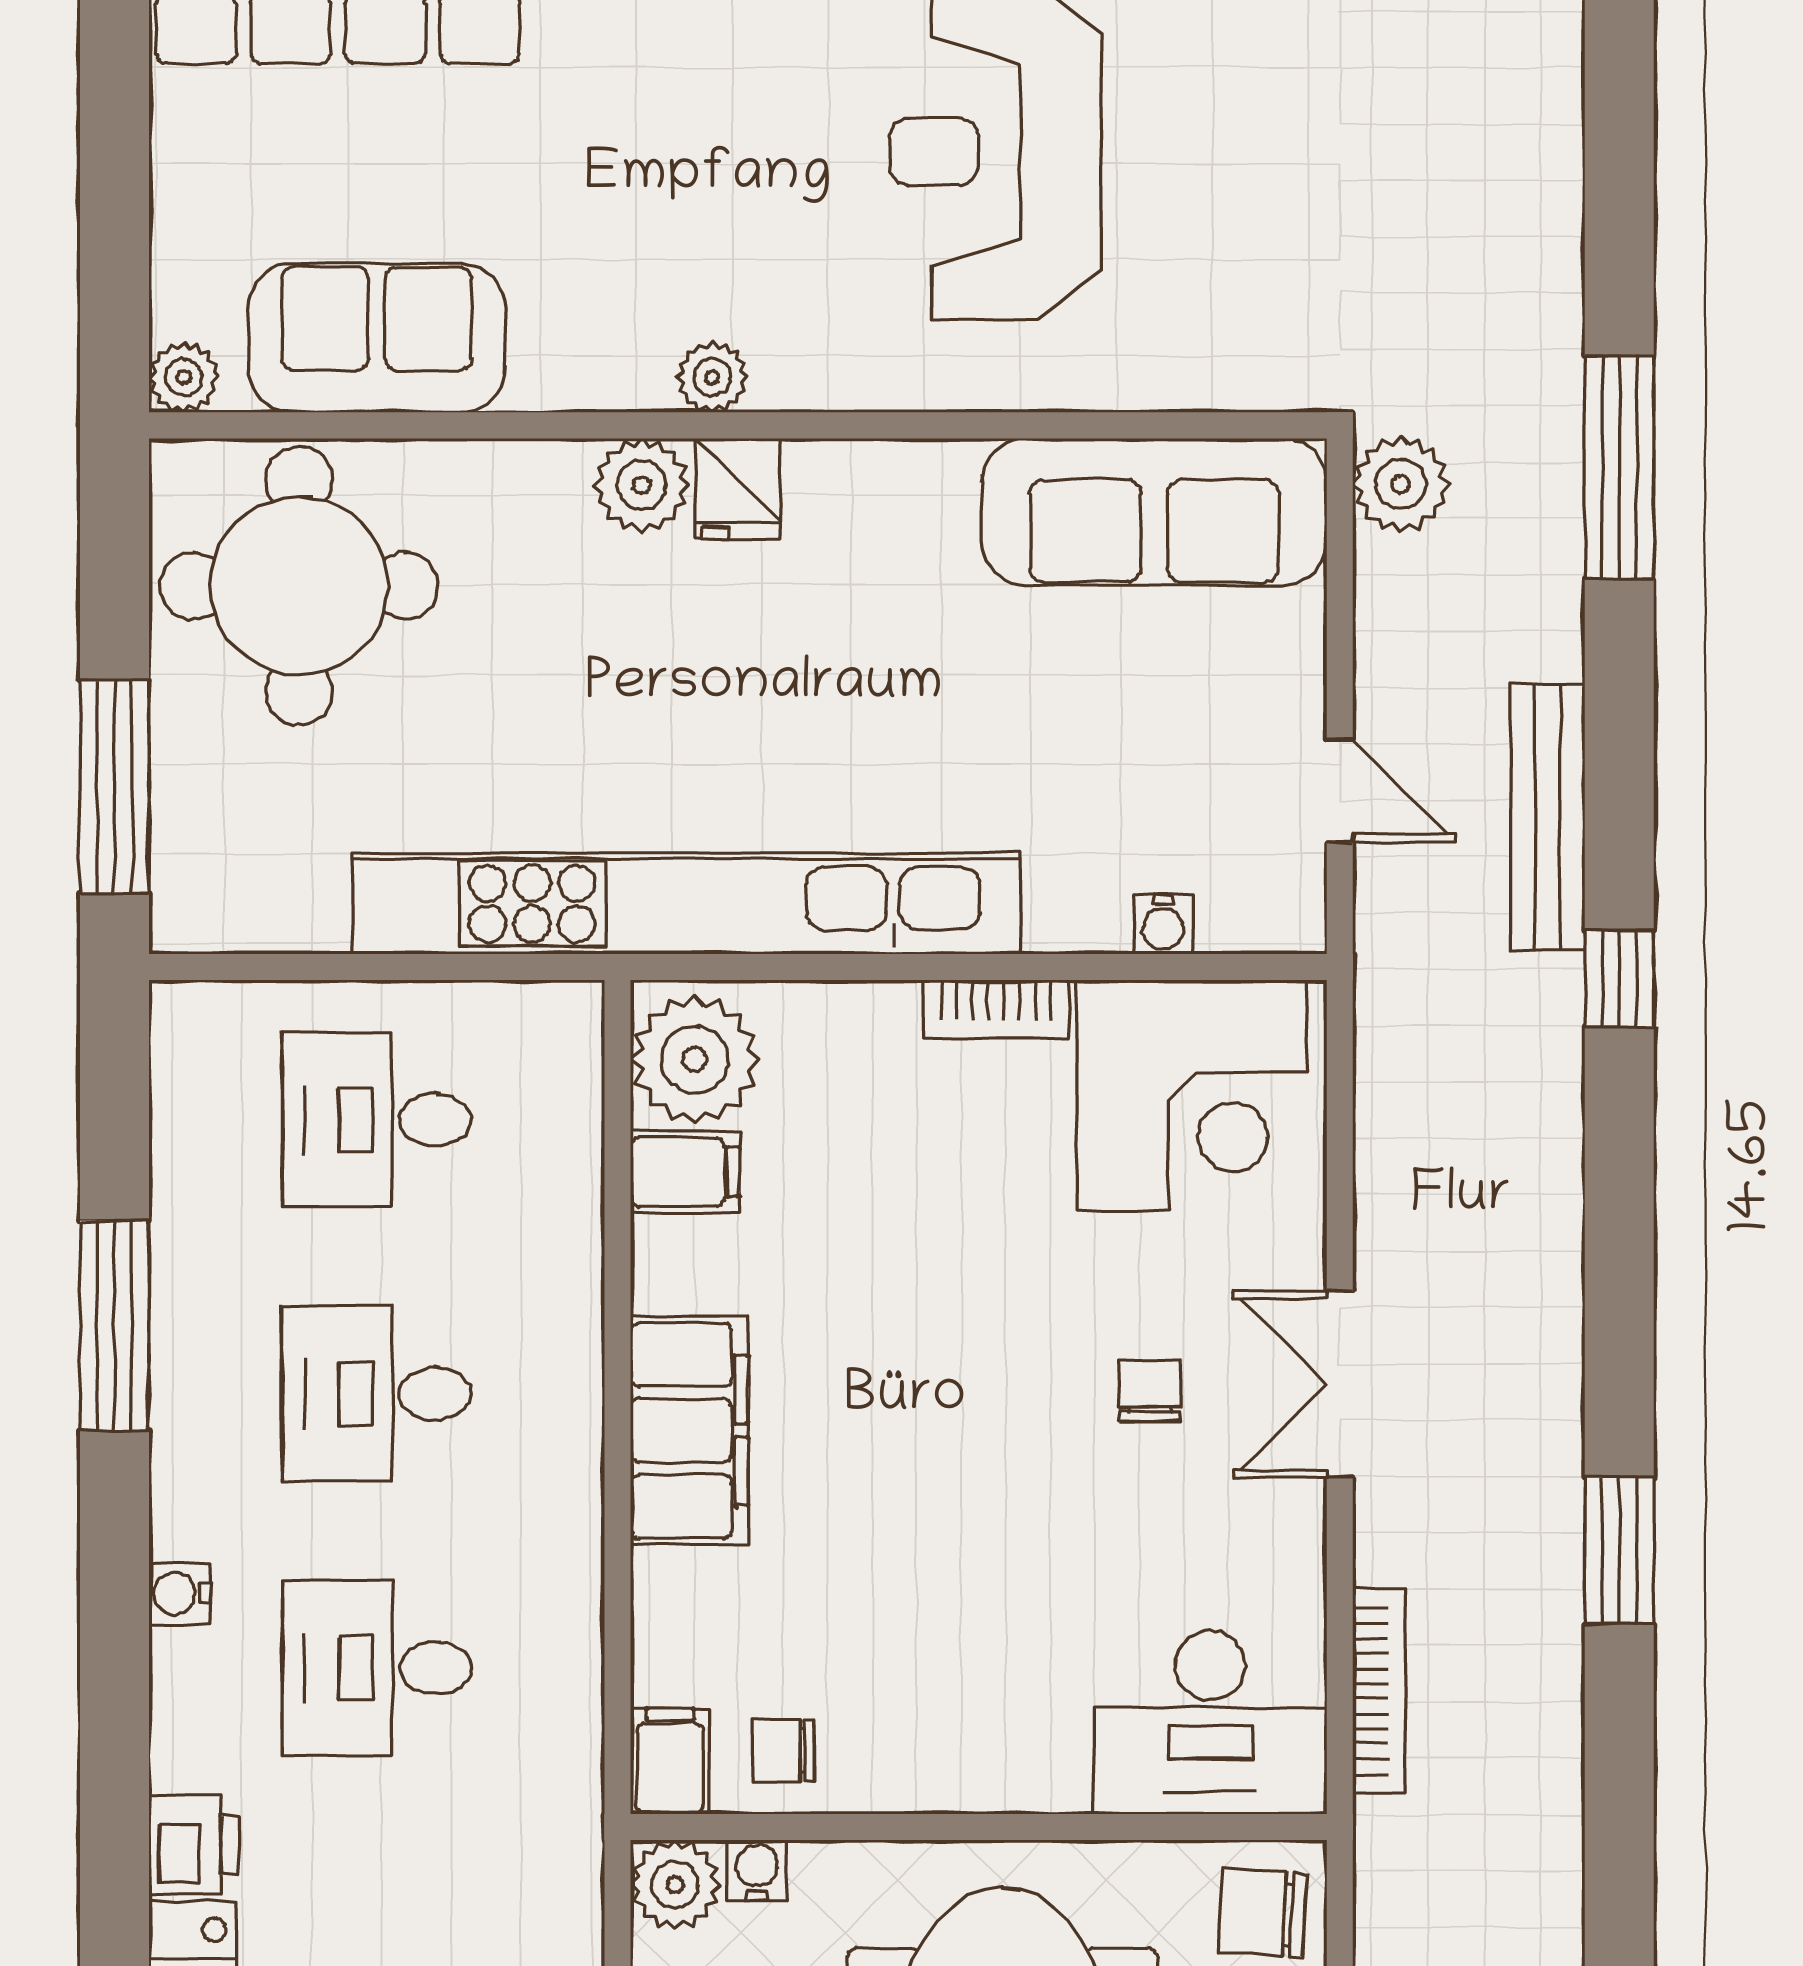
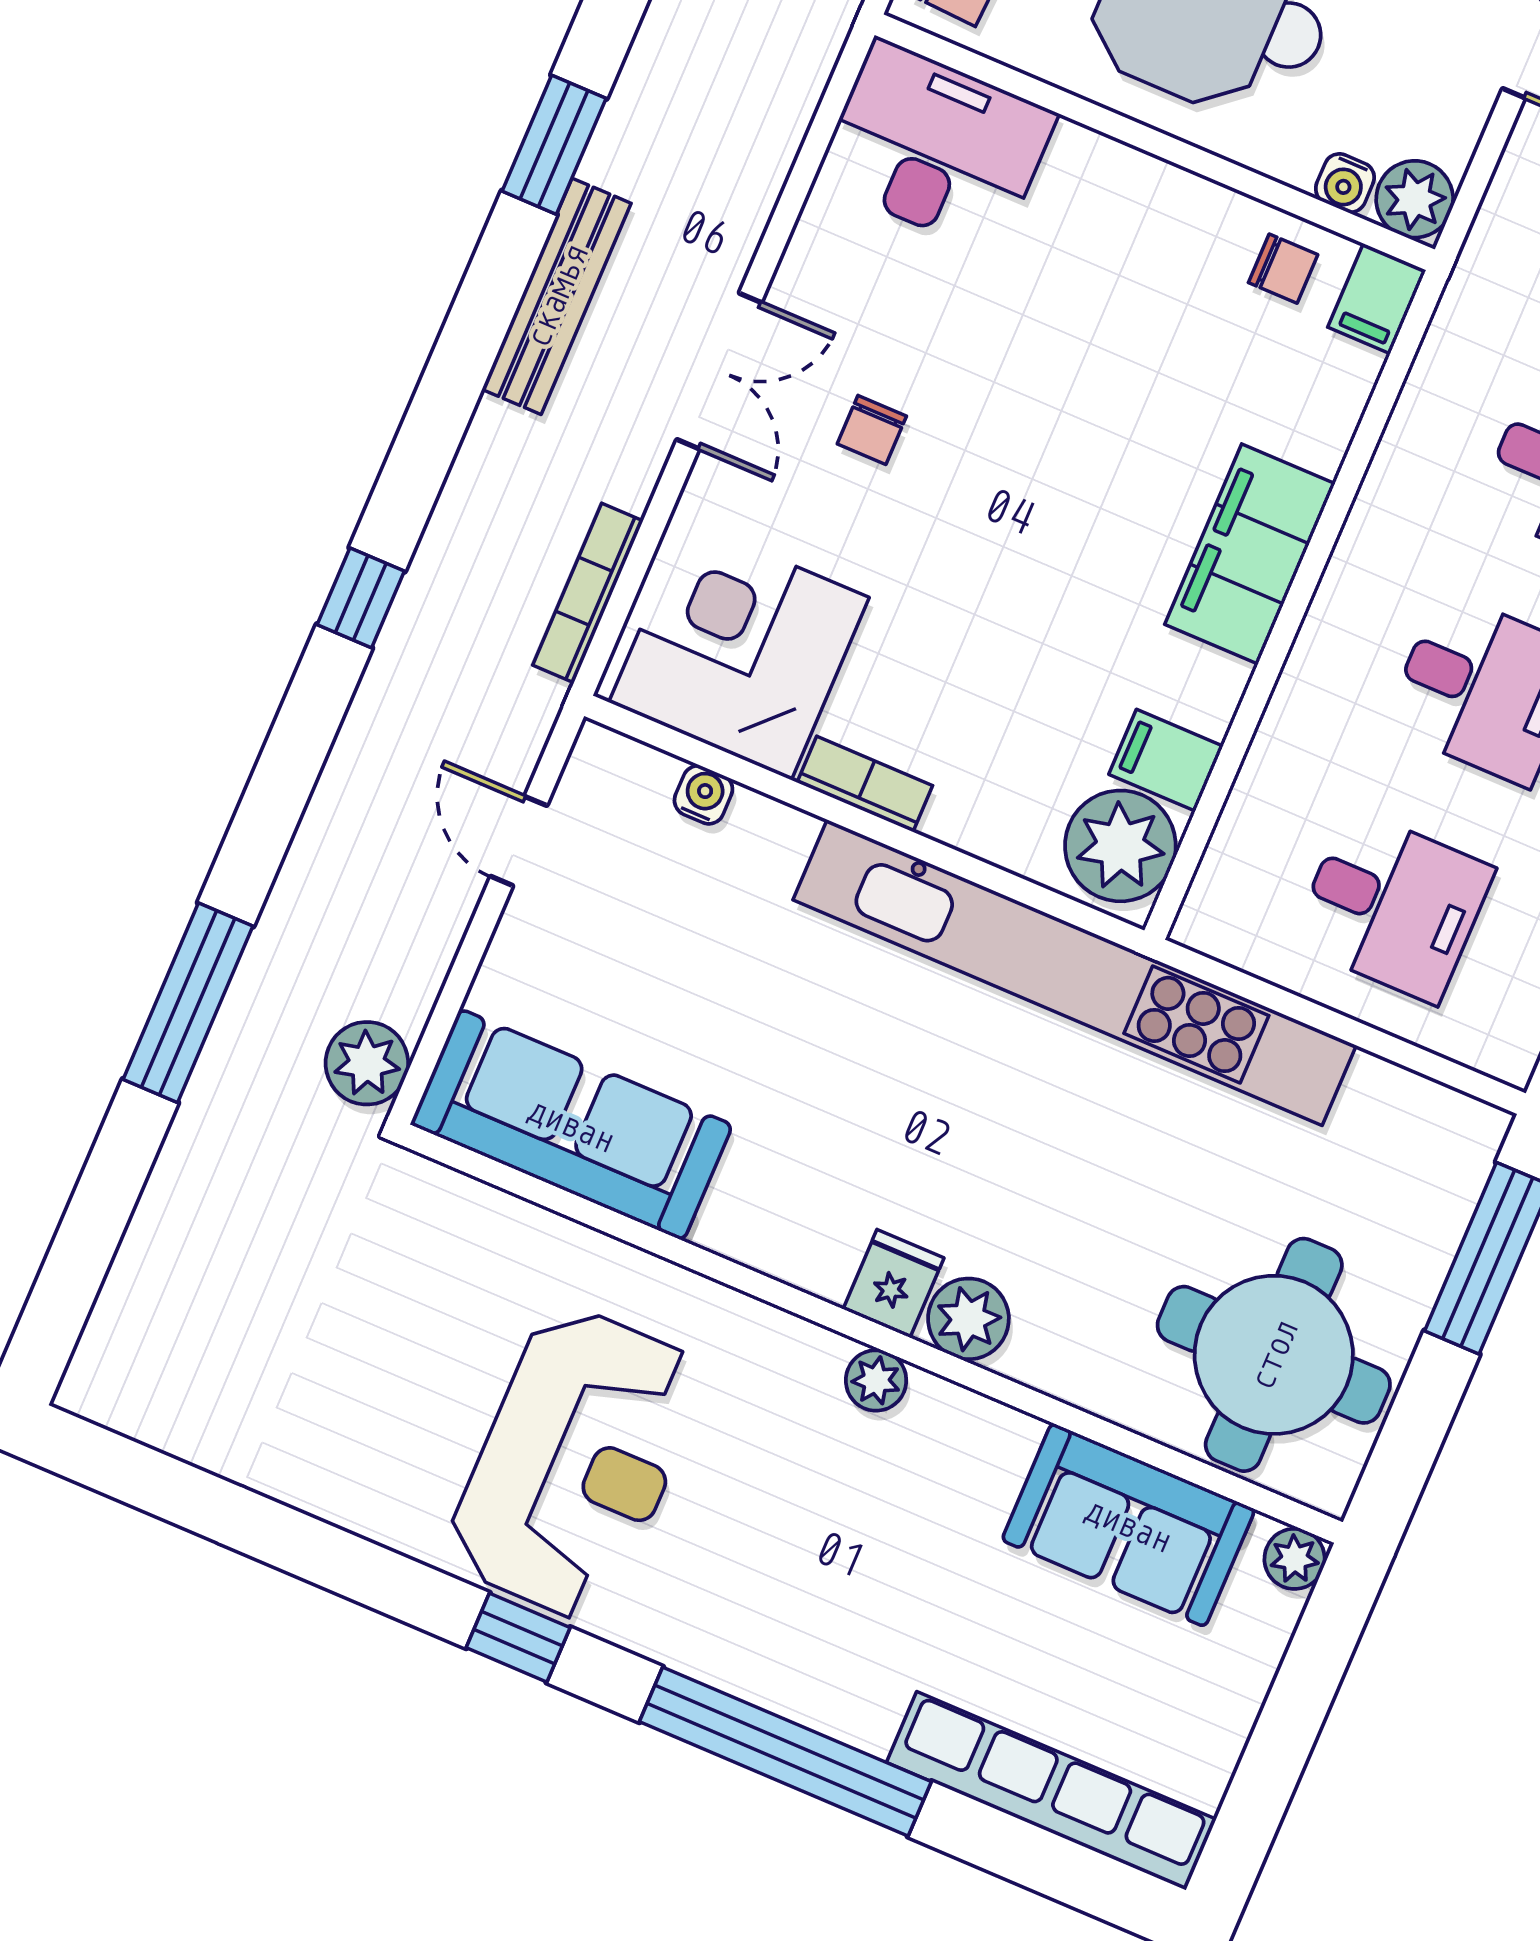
bench: (1548, 817) -> (557, 296), moved
bookcase: (1379, 1691) -> (588, 593), moved

